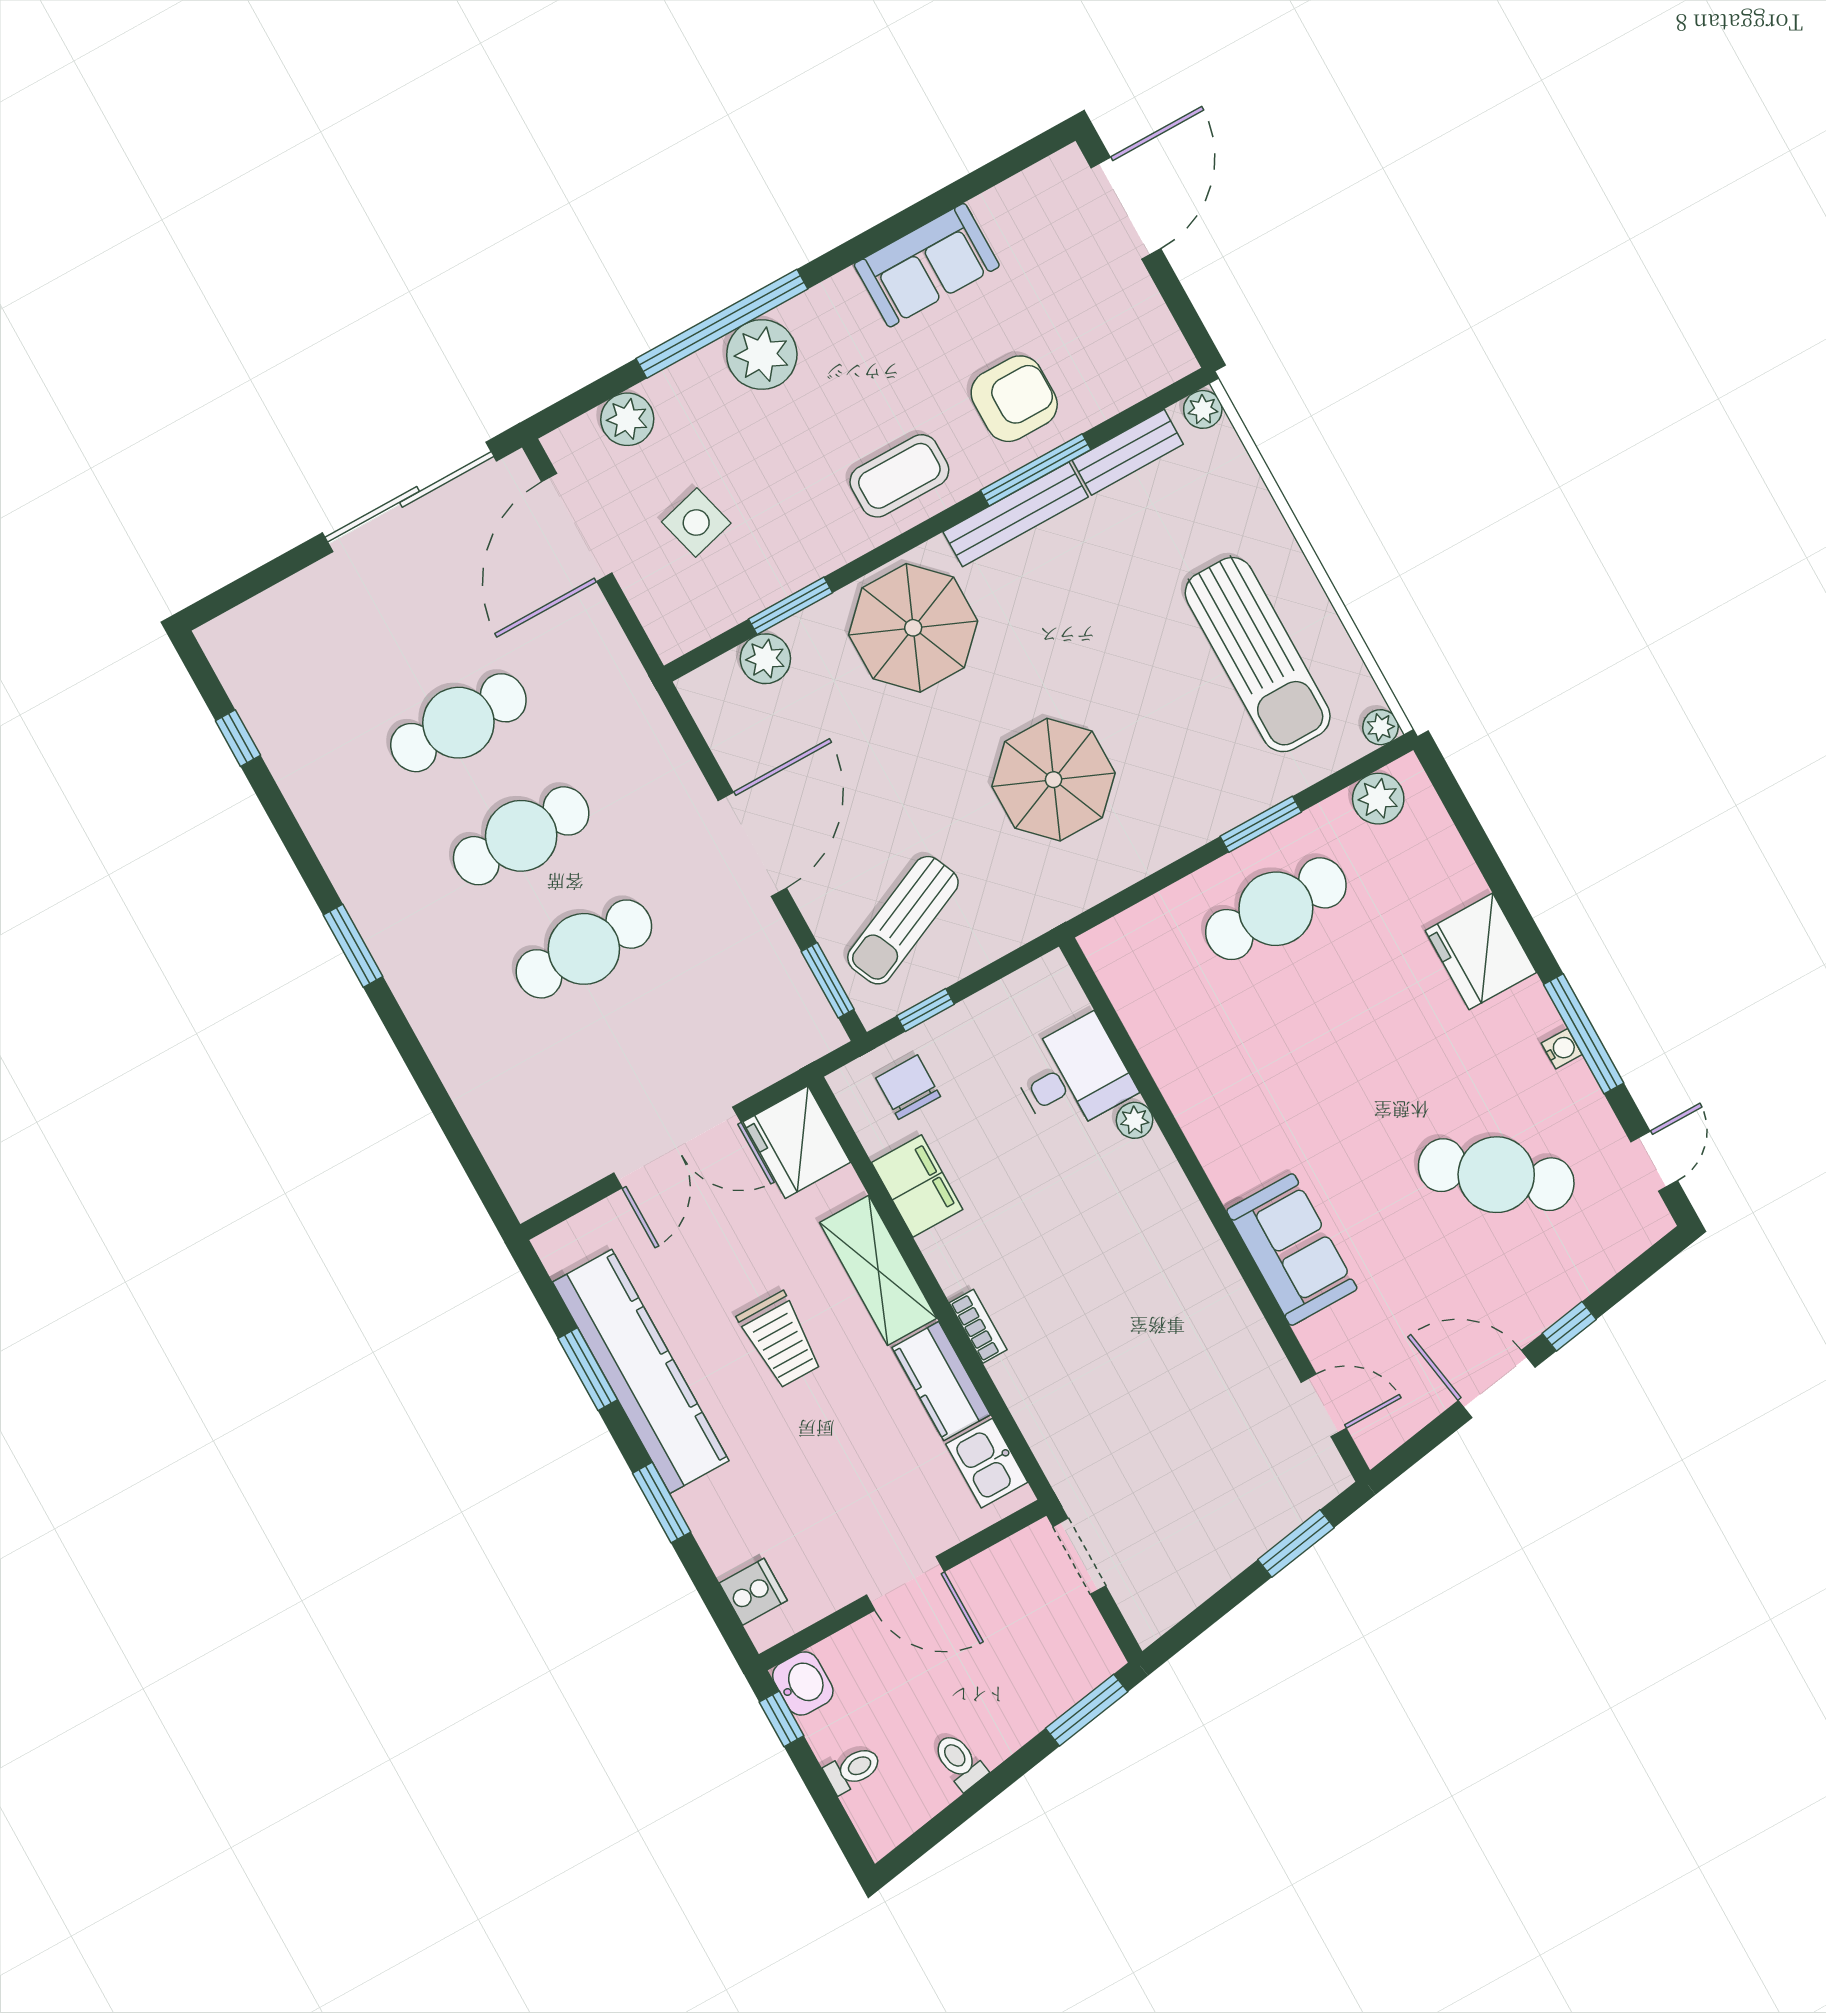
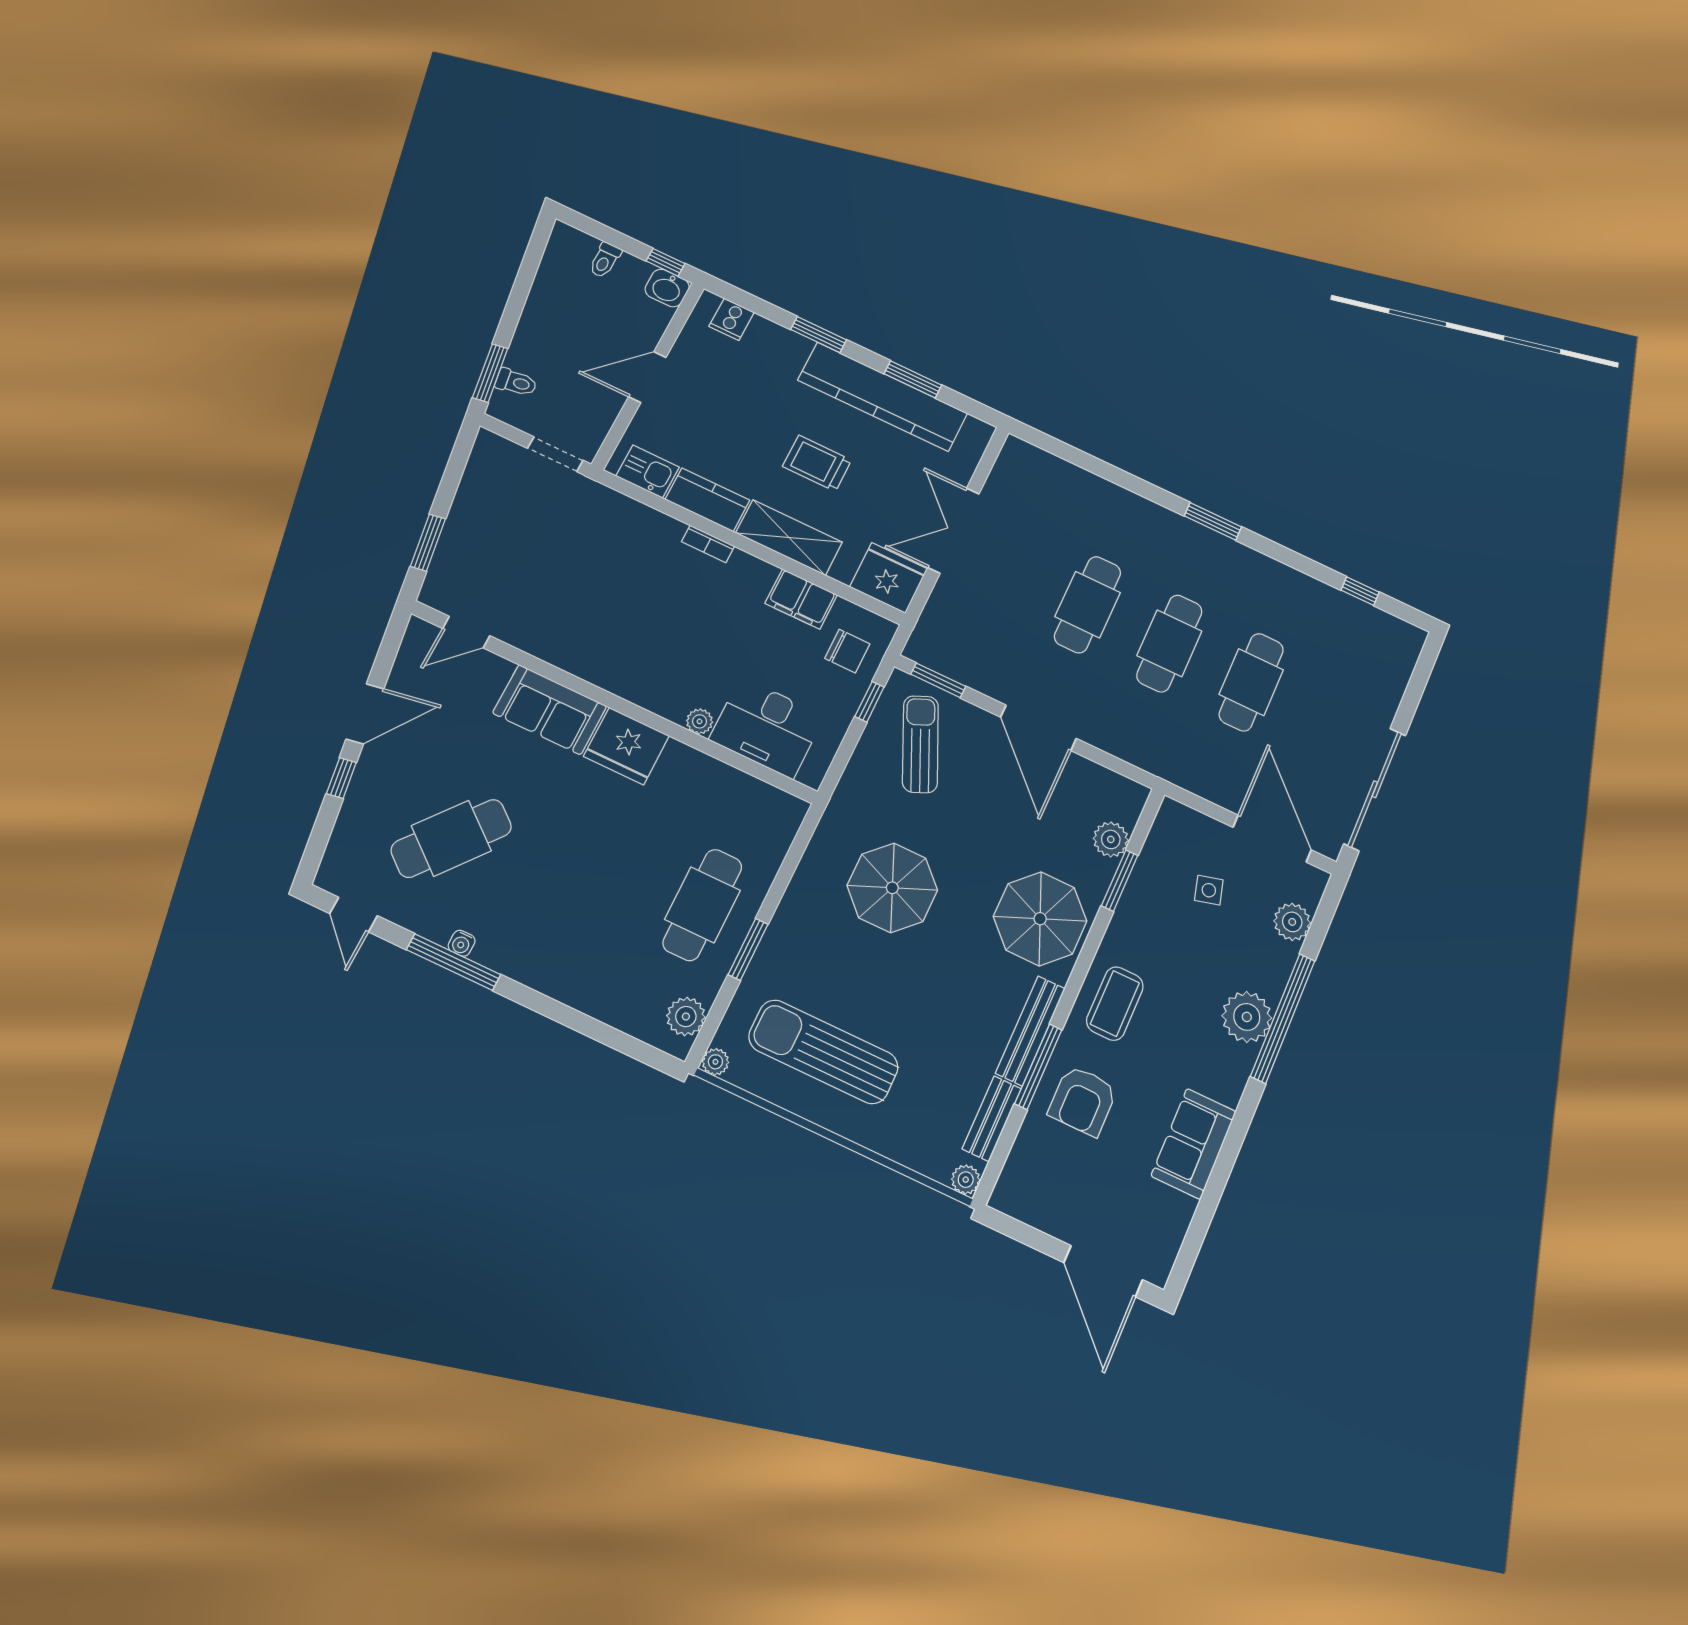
side table: (696, 523) -> (1209, 890), width x0.73, depth x0.73
fridge: (1481, 951) -> (626, 746), moved, turned 180
desk: (1072, 1076) -> (767, 728), width x1.37
toilet: (960, 1761) -> (516, 382), moved

